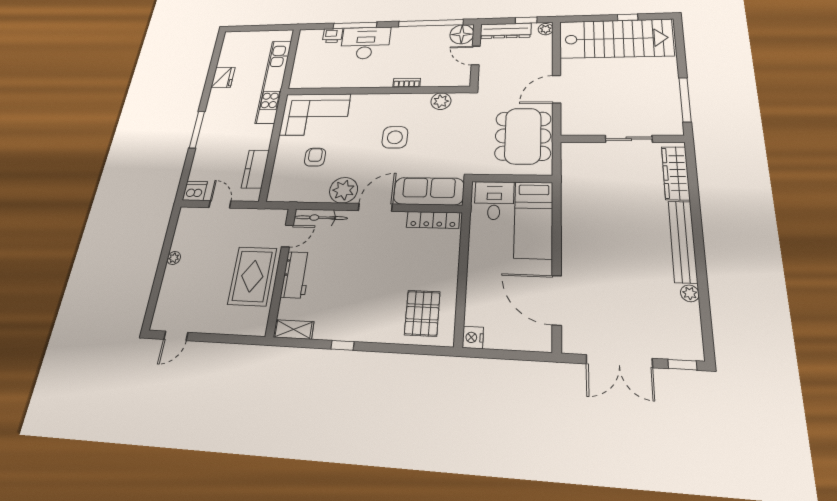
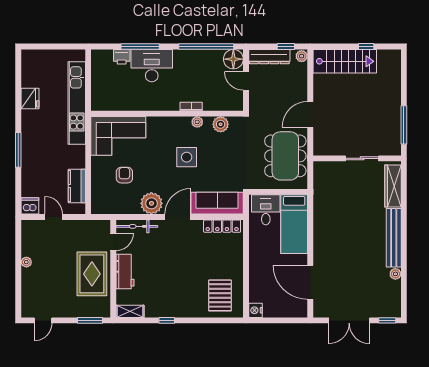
stairs: (616, 39) -> (345, 61), width x0.73, depth x0.66
plant: (412, 99) -> (197, 122), added
window: (237, 339) -> (90, 320), added

